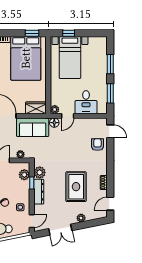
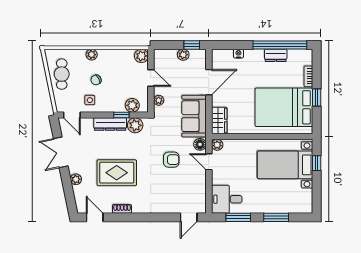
window: (32, 33) -> (317, 98), moved
desk: (86, 102) -> (227, 199), moved
armchair: (97, 145) -> (171, 160), moved

